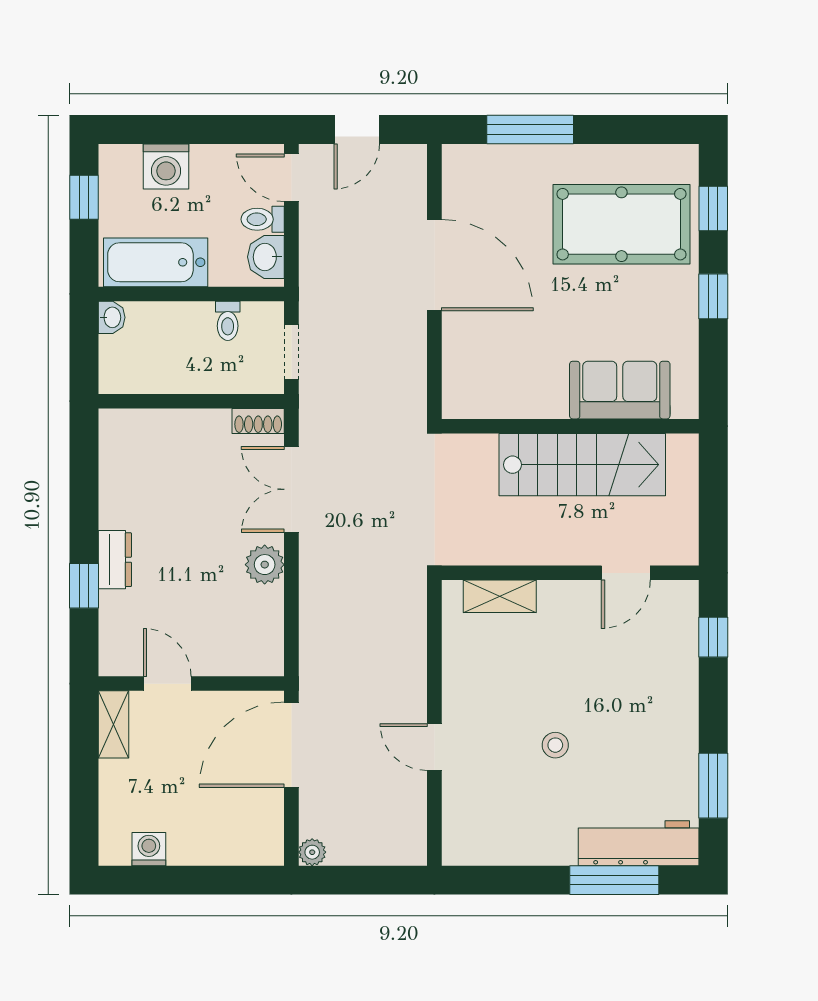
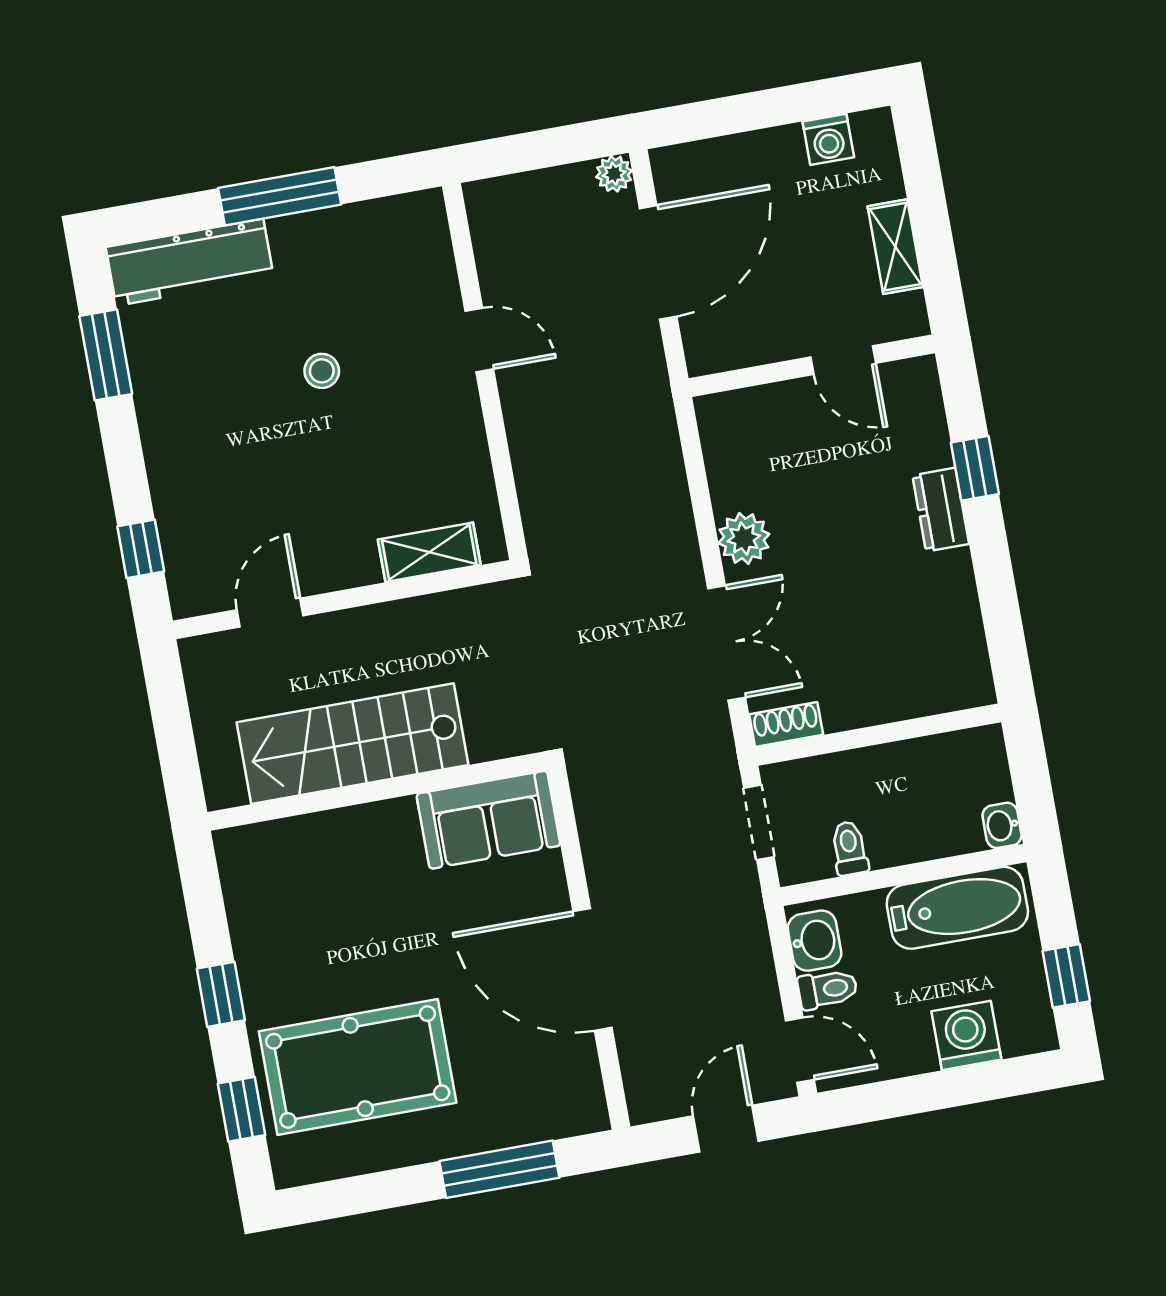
sofa: (620, 390) -> (488, 820), moved
shelving: (113, 724) -> (895, 247), moved
door: (291, 745) -> (658, 262), moved
window: (614, 880) -> (280, 196), moved

